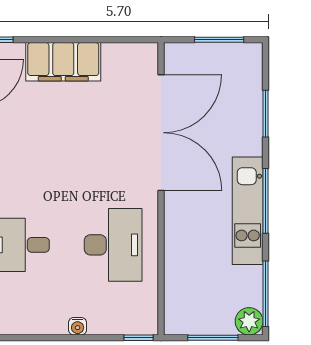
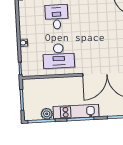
plant: (249, 321) -> (47, 114), moved

